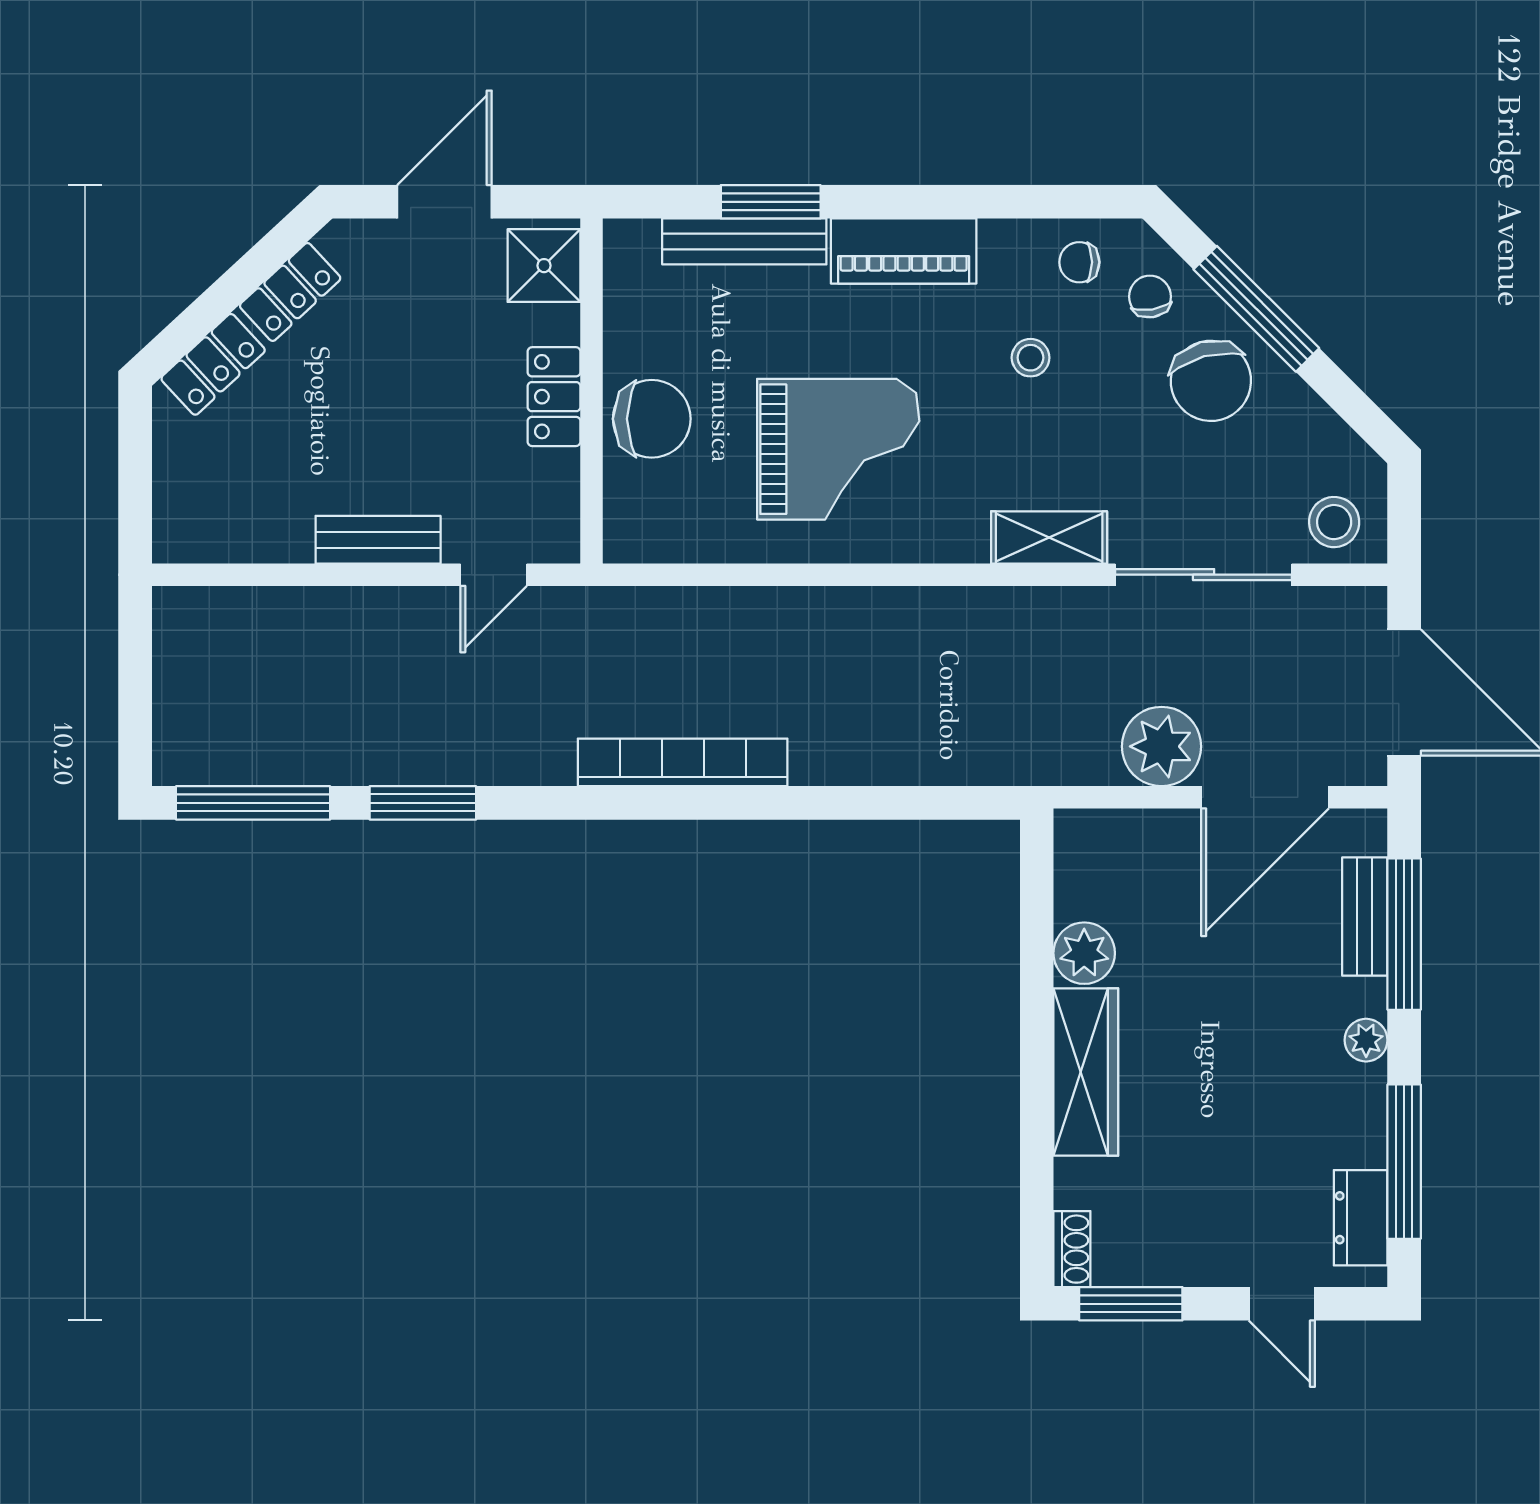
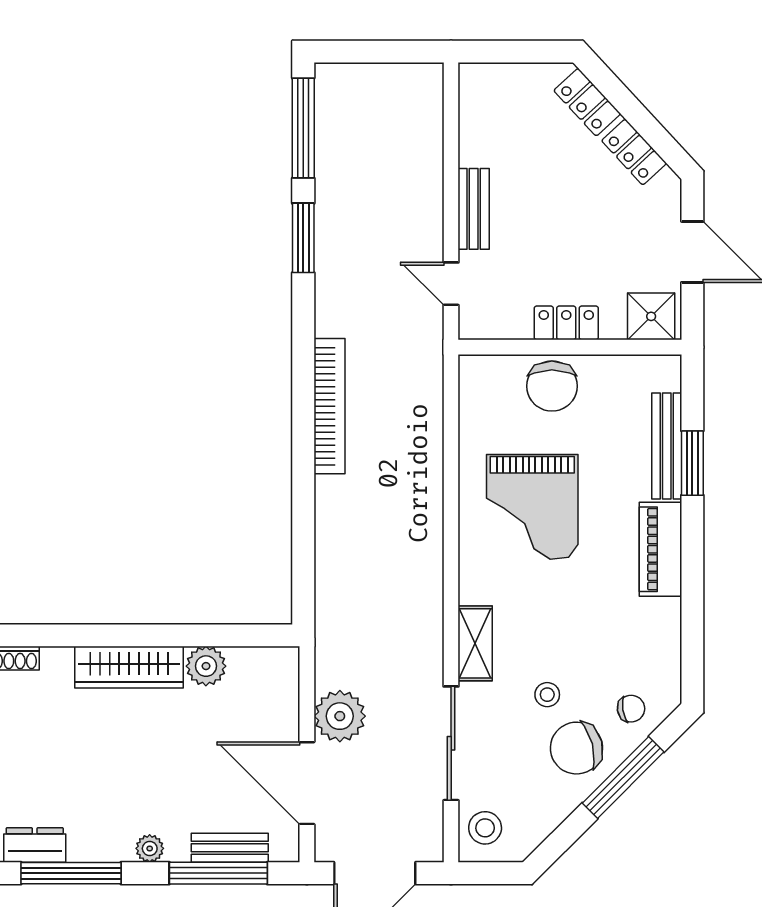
chair: (1079, 262) -> (653, 663), removed
stool: (1031, 358) -> (547, 695), moved

